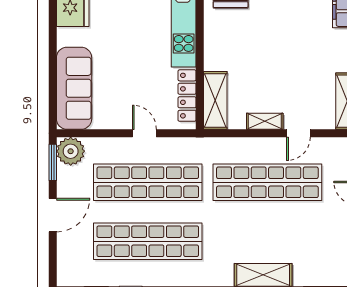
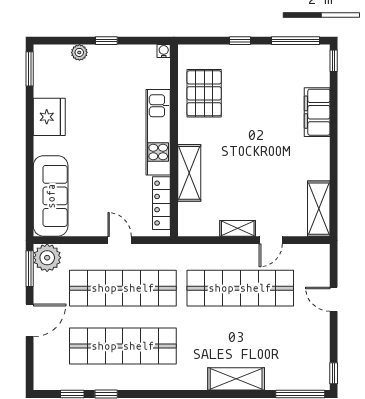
shelving: (215, 100) -> (189, 173), moved

